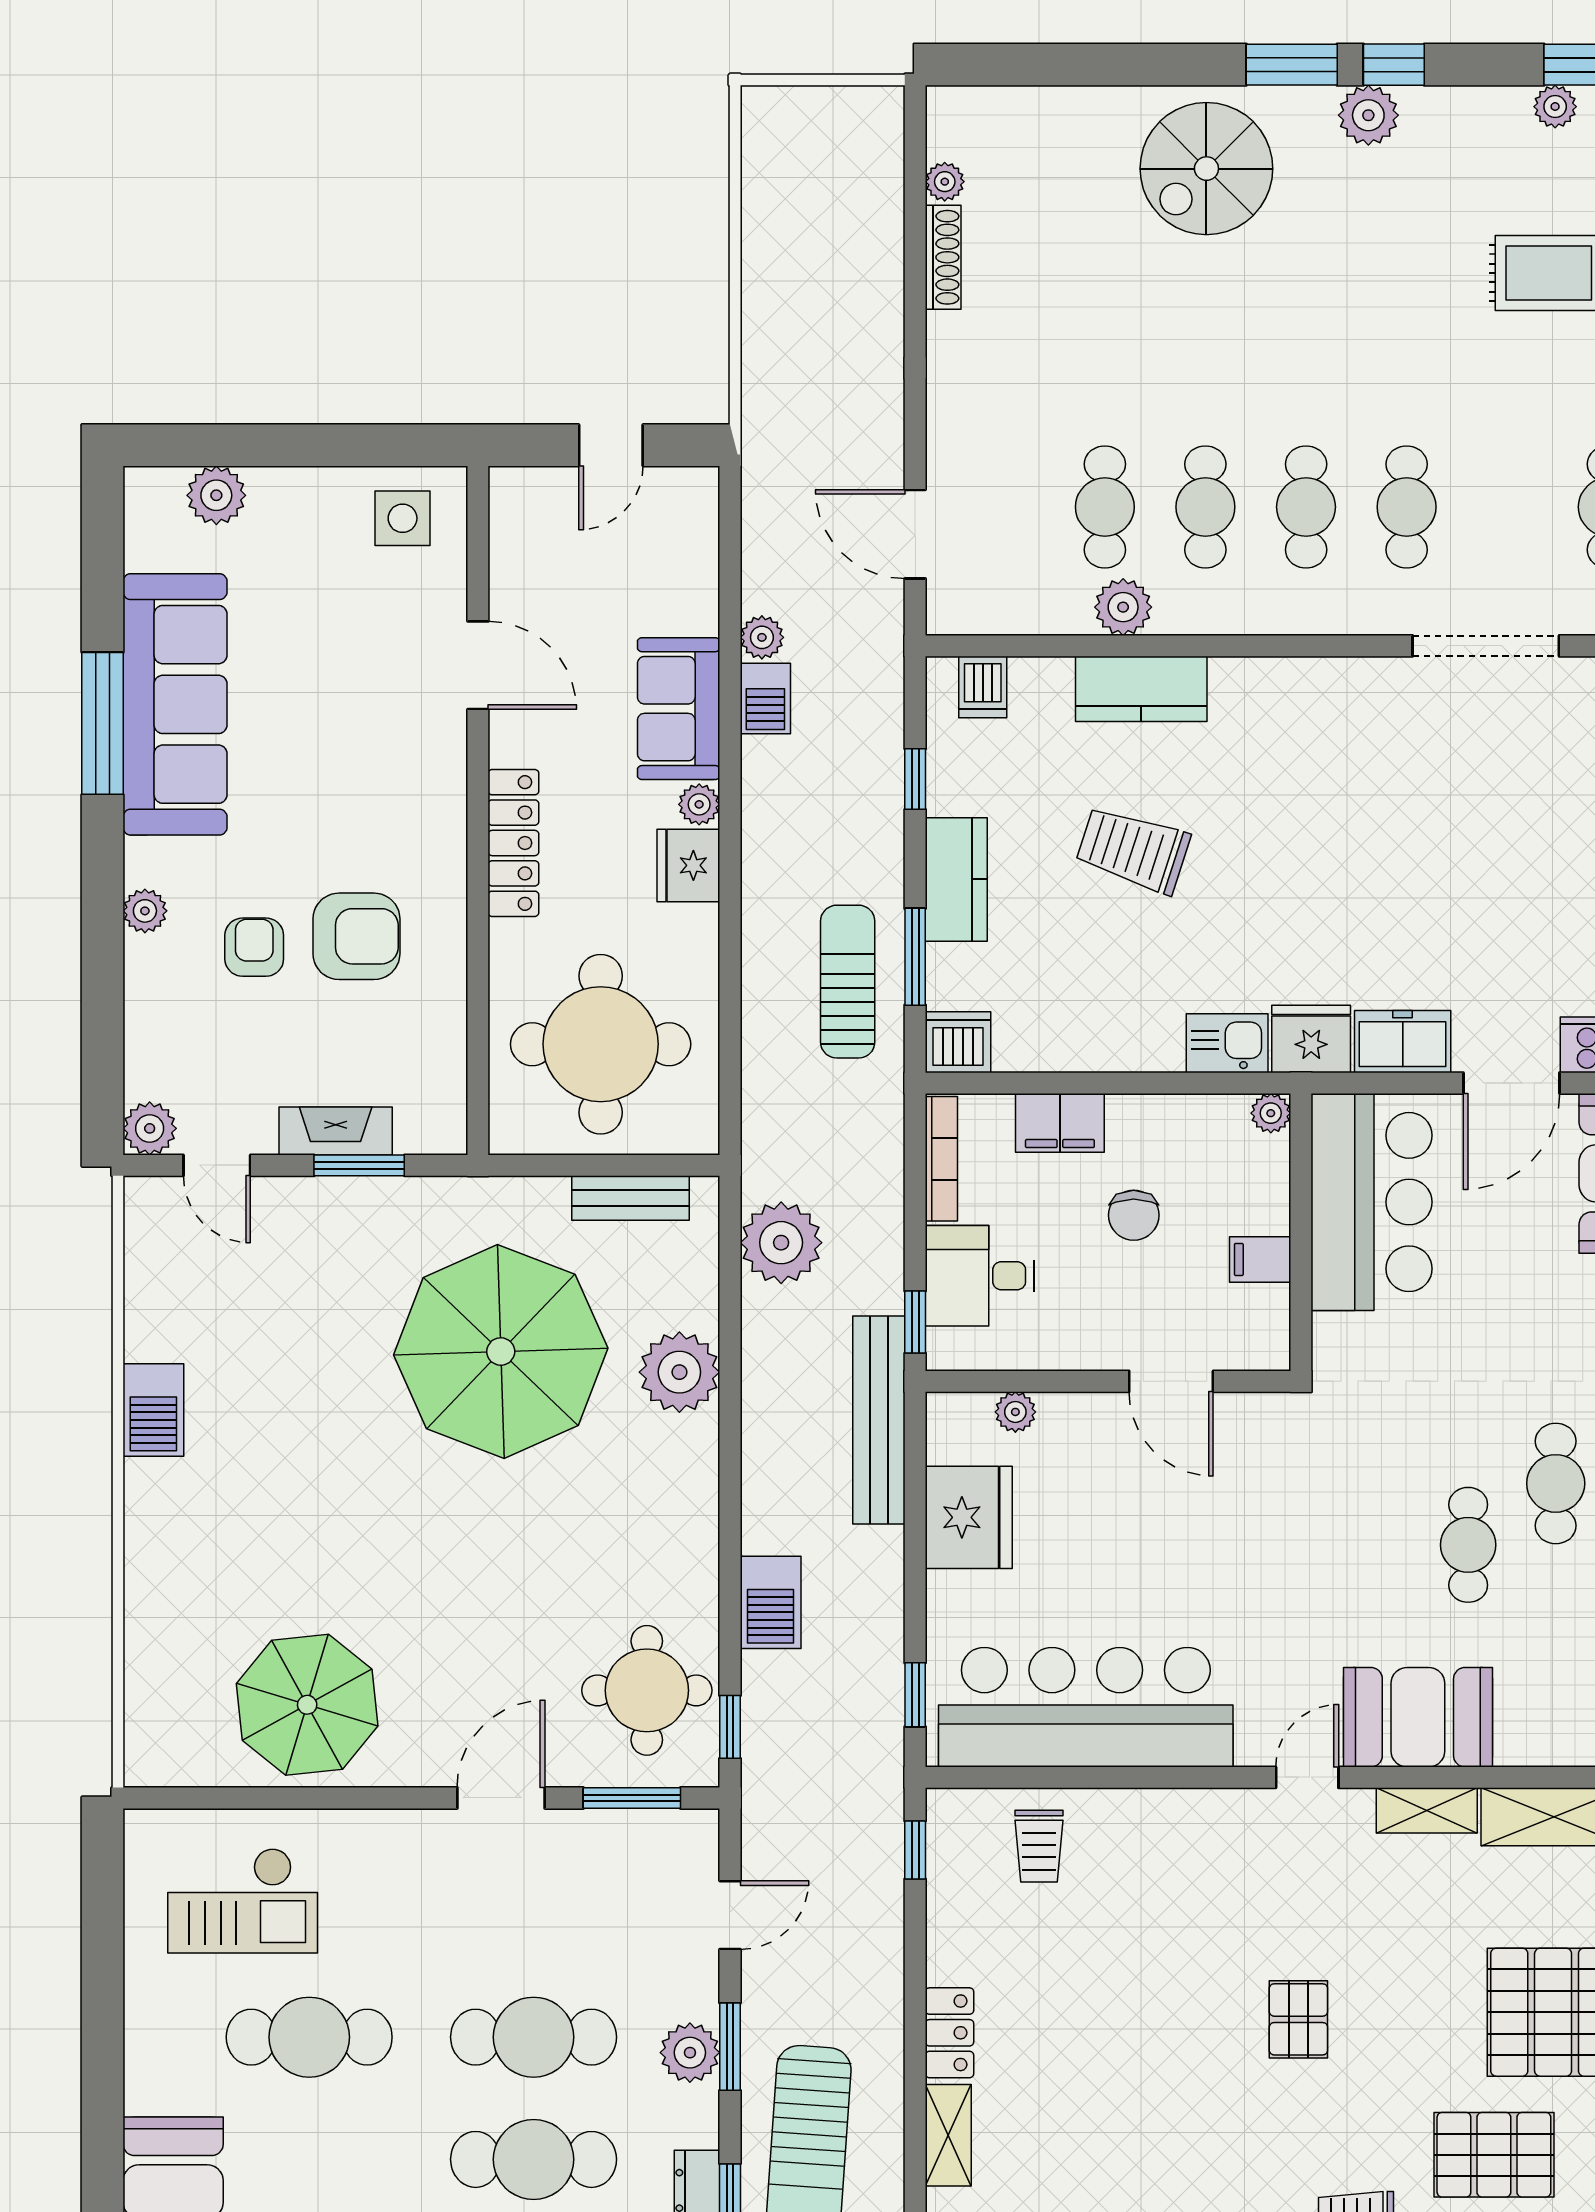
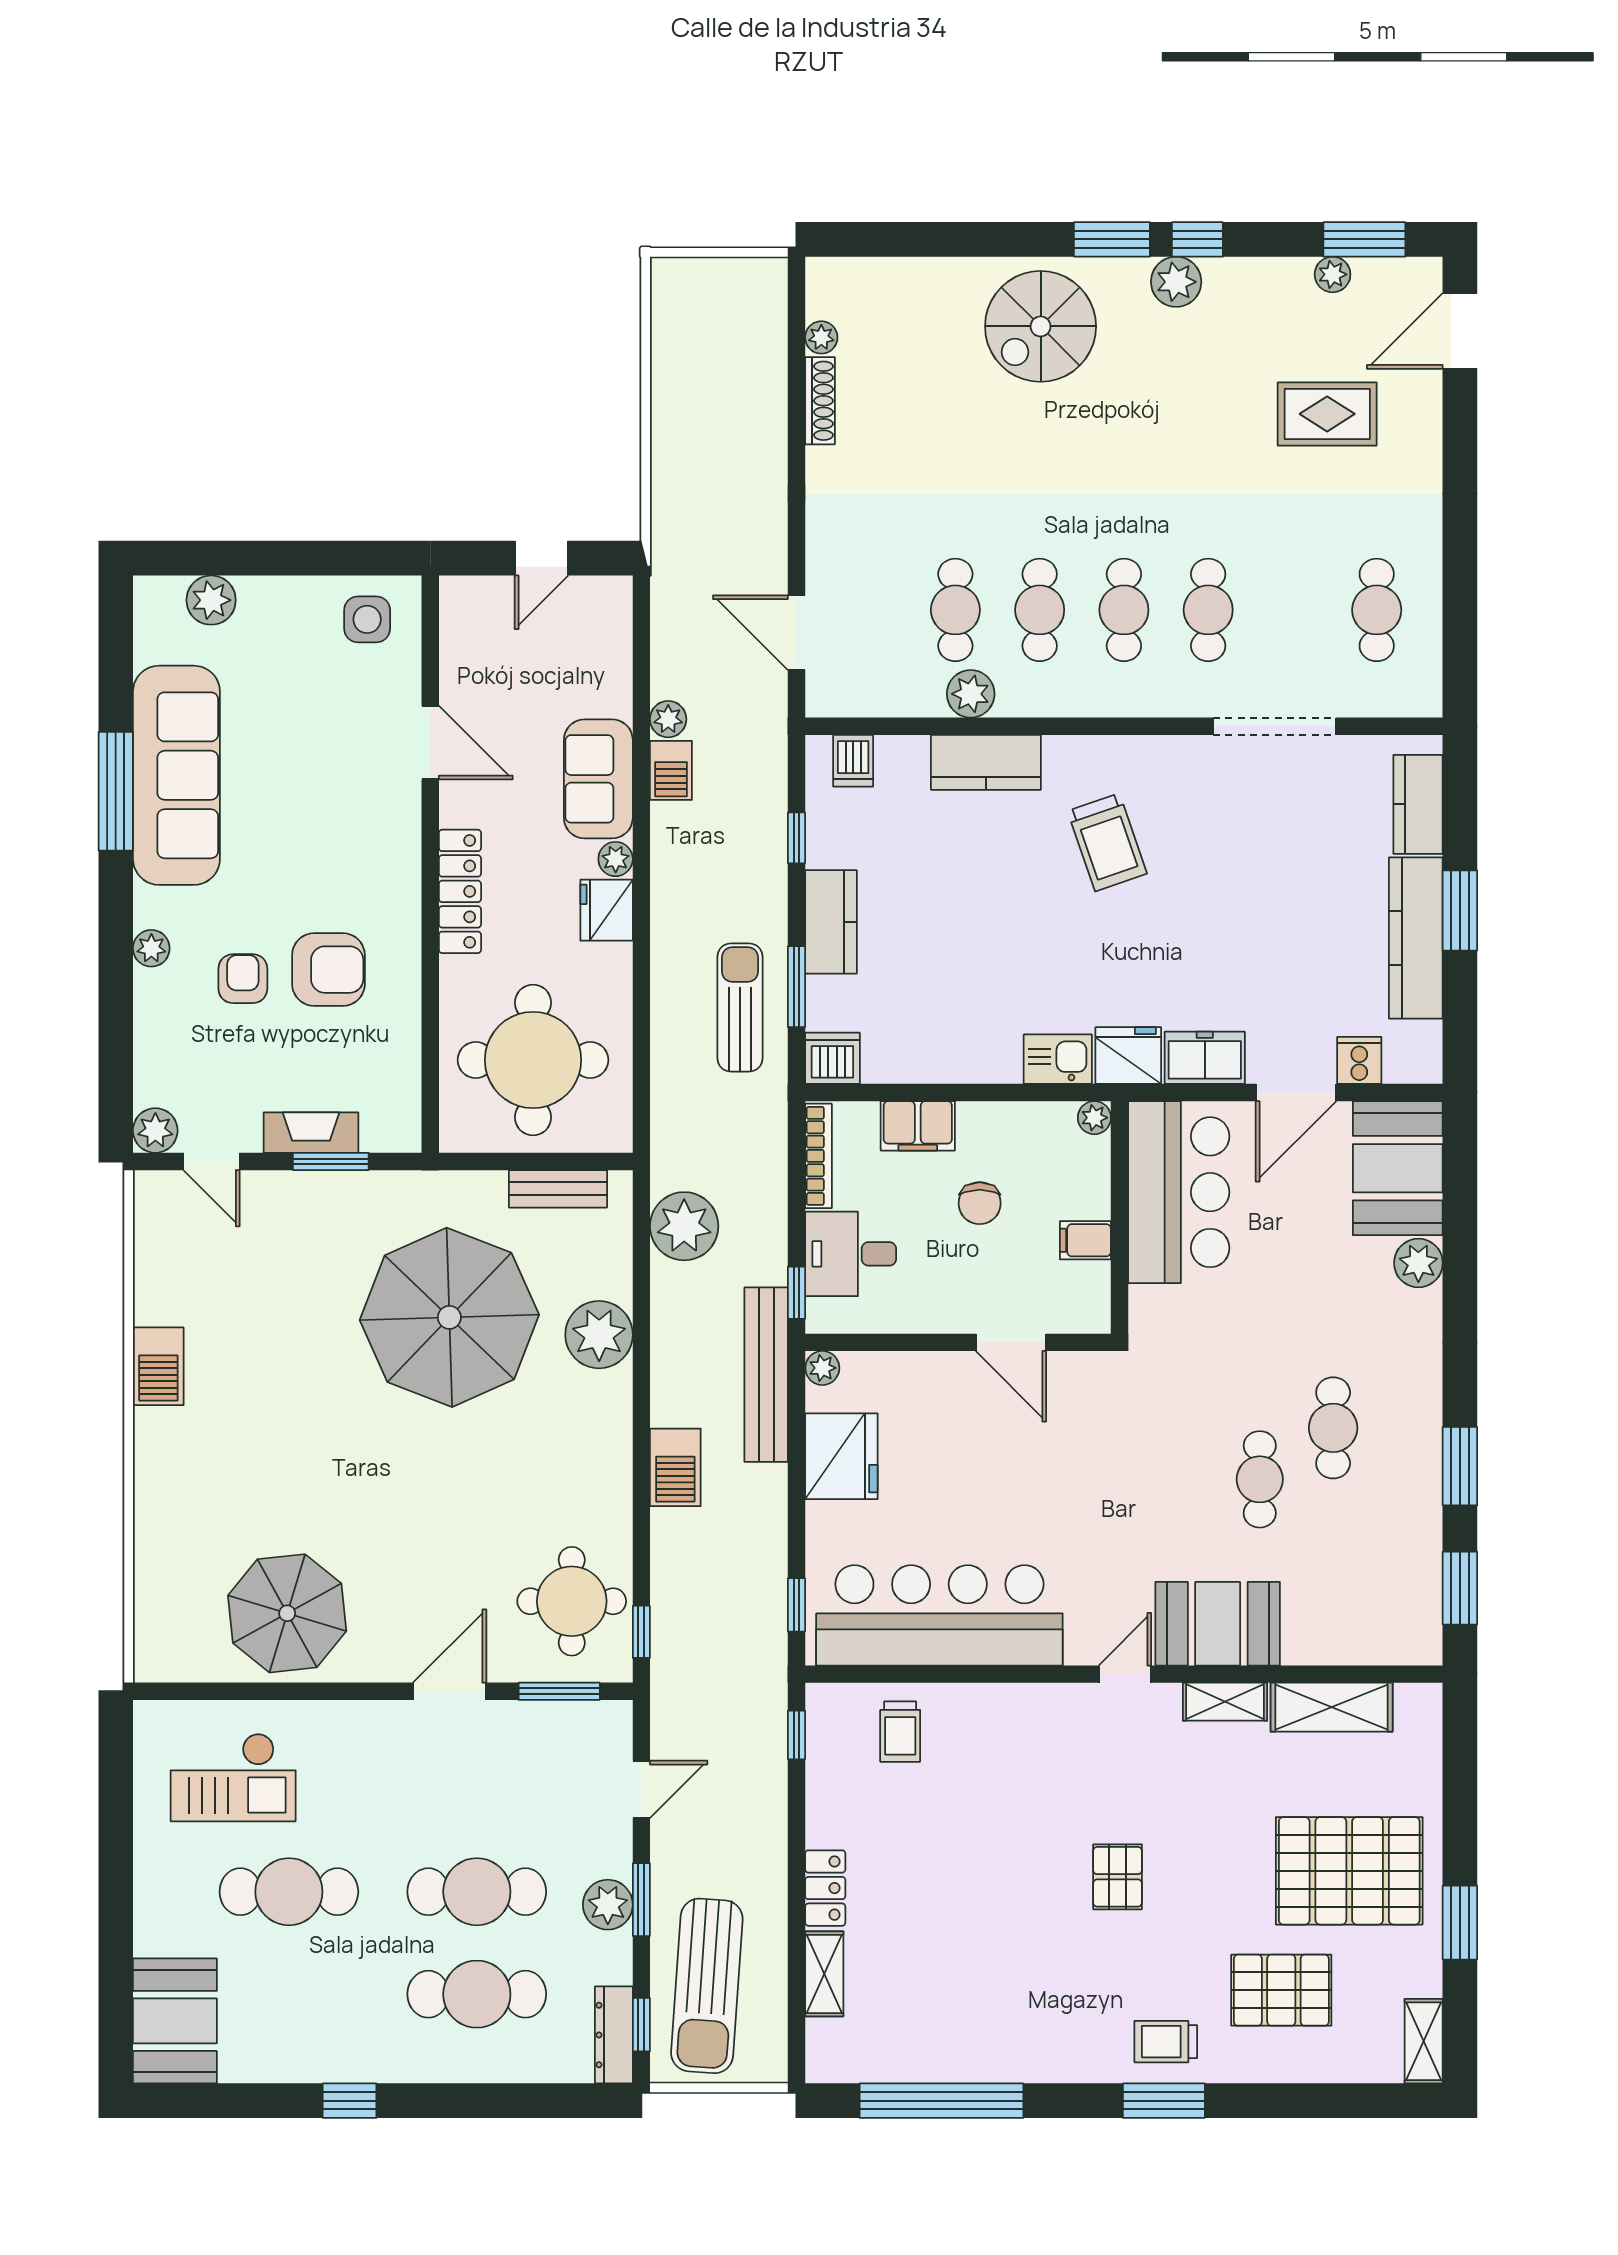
trolley: (1133, 850) -> (1107, 842), moved, turned -127
plant: (1015, 1412) -> (822, 1368), moved
barbecue: (771, 1602) -> (675, 1467), moved

